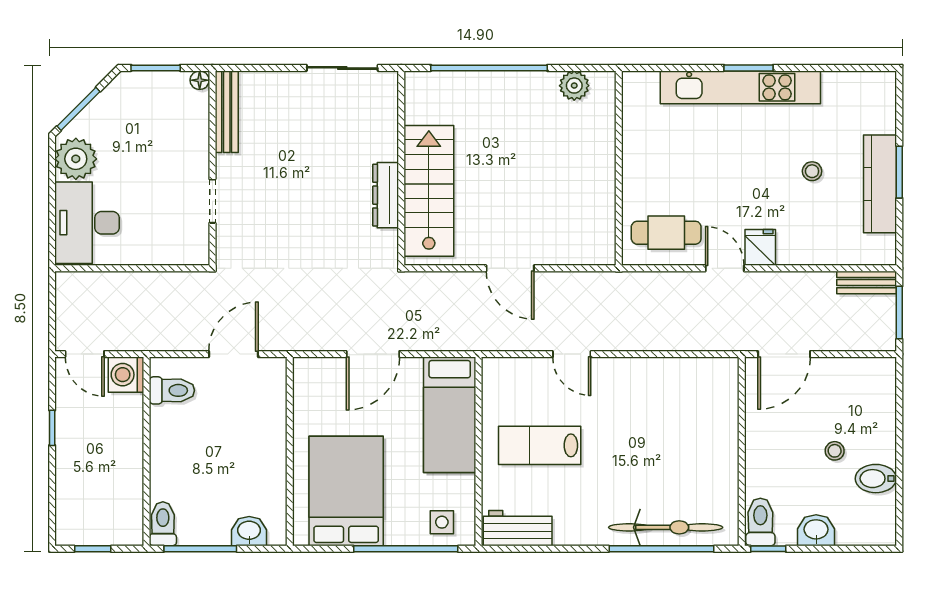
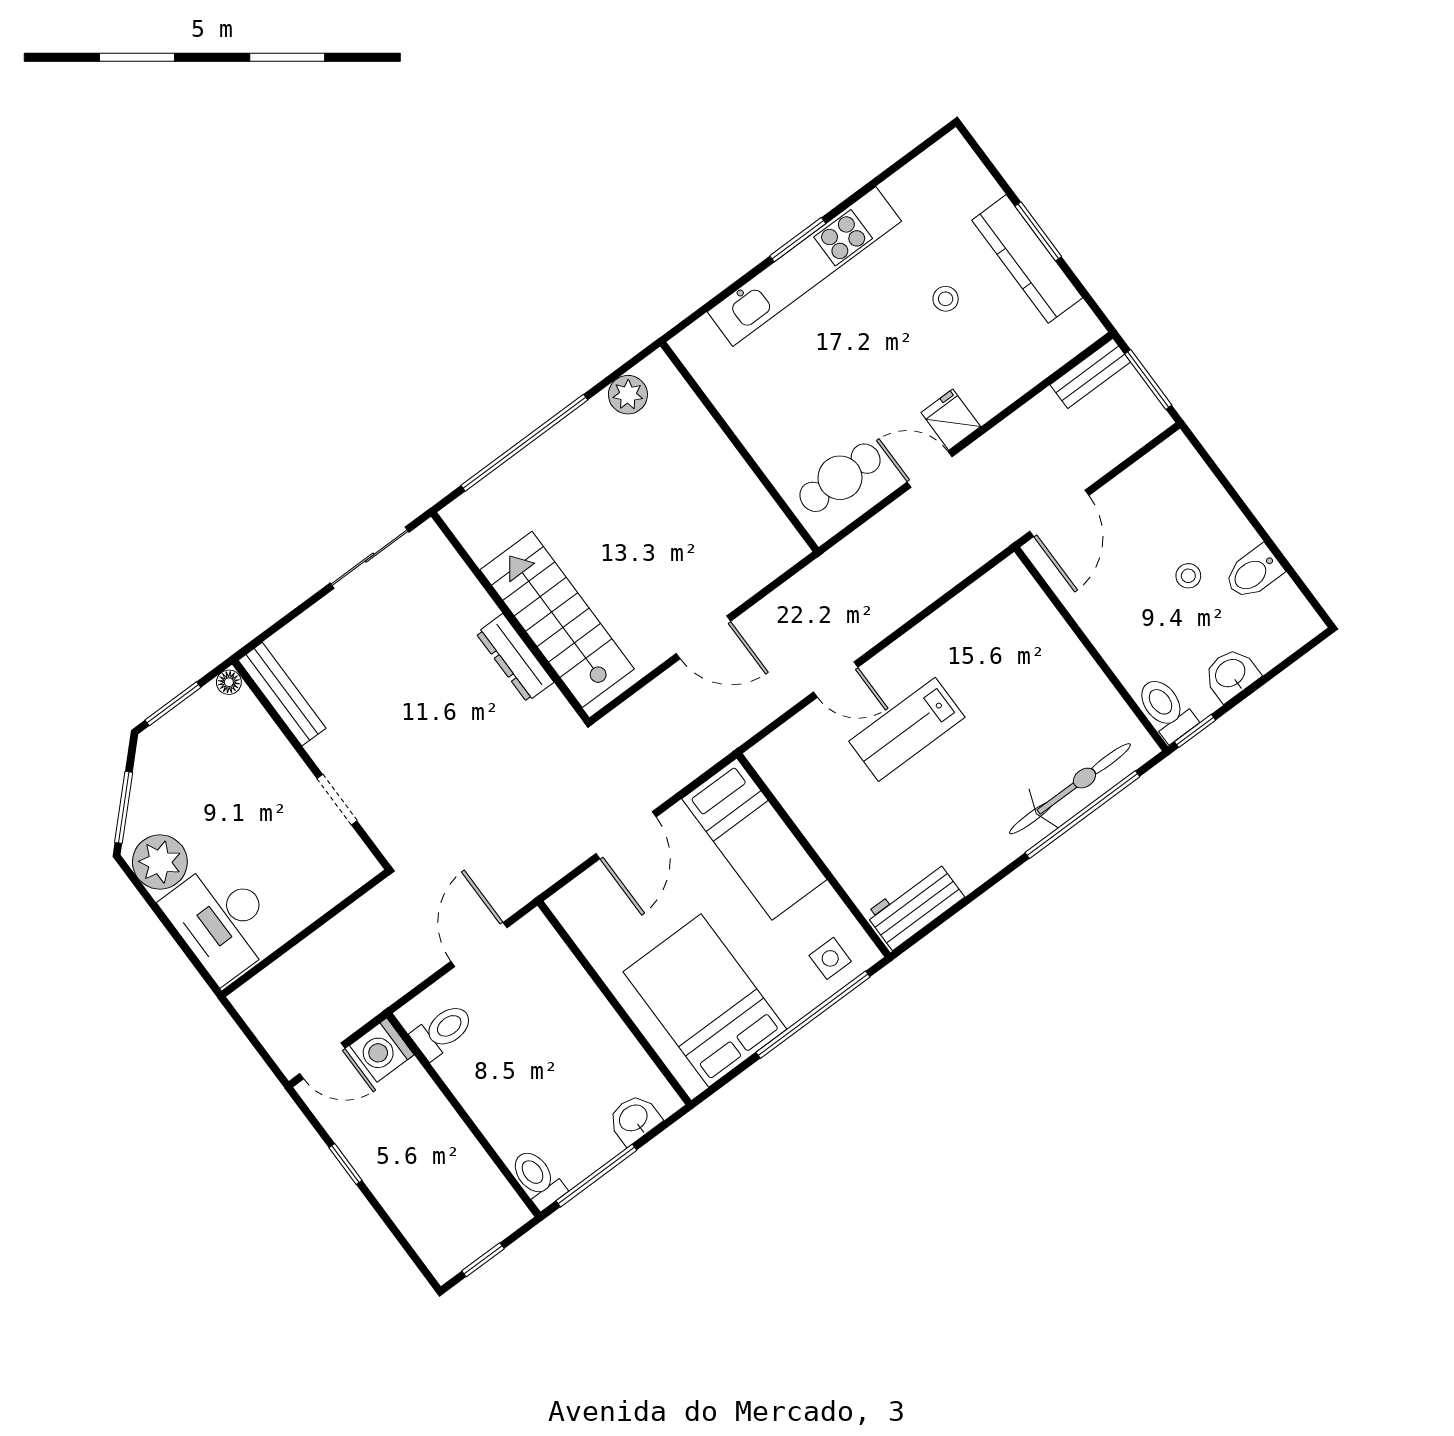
lab bench: (540, 445) -> (907, 729), moved

